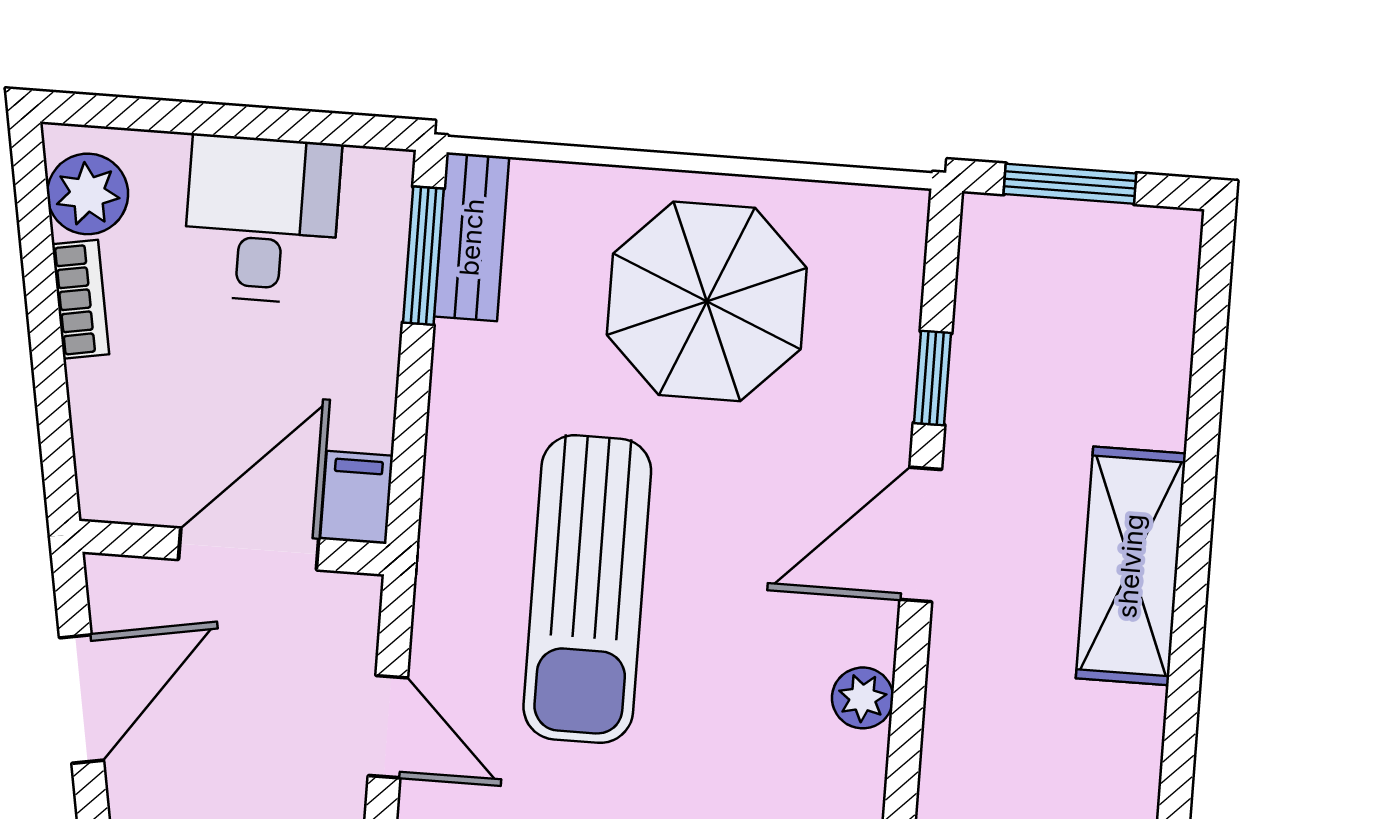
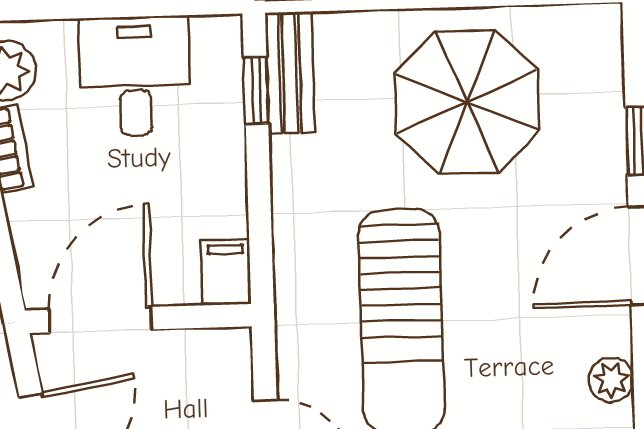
window: (423, 256) -> (256, 90), width x0.67
door: (249, 549) -> (100, 320), moved

